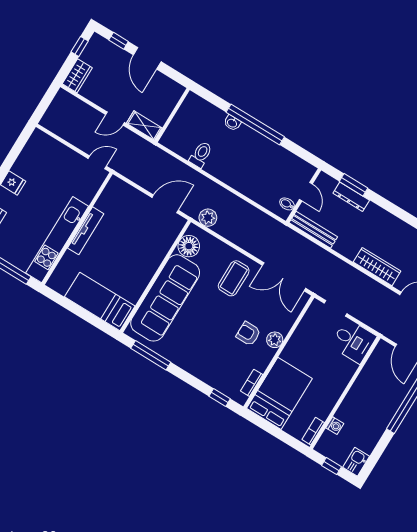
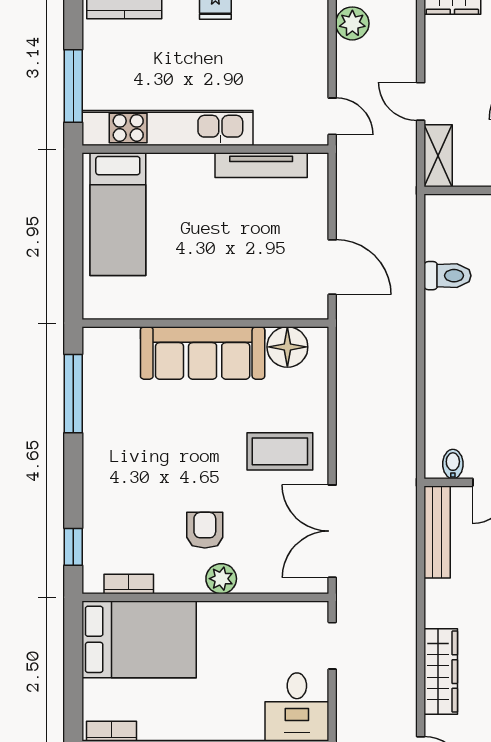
plant: (208, 218) -> (352, 23), moved
tv unit: (86, 231) -> (261, 165), moved
sofa: (165, 298) -> (203, 353), width x0.74, depth x0.79
bed: (100, 301) -> (118, 214), moved, turned 180

